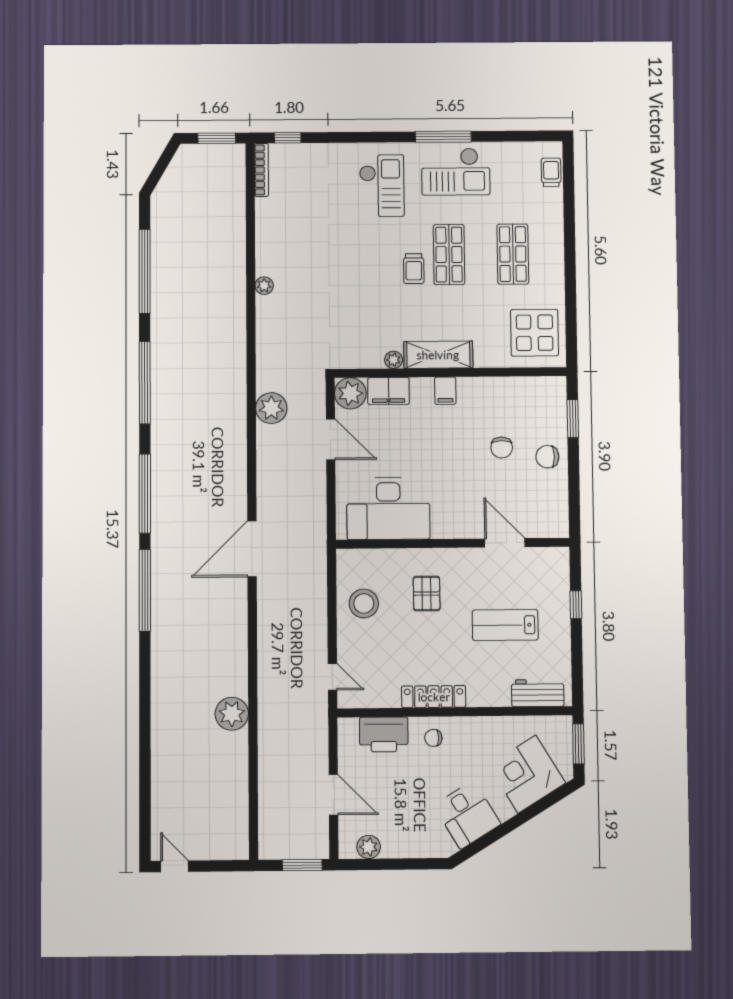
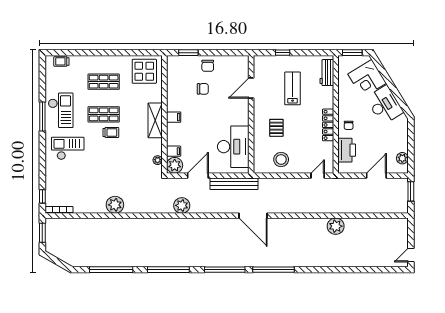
plant: (264, 286) -> (115, 205), width x1.87, depth x1.87
plant: (394, 360) -> (158, 160), moved
filing cabinet: (388, 391) -> (174, 151), width x0.50
bench: (315, 510) -> (234, 184), added
pallet: (427, 594) -> (276, 128), turned 90
lab bench: (505, 625) -> (293, 88), turned 180
desk: (467, 815) -> (385, 105), width x1.37

